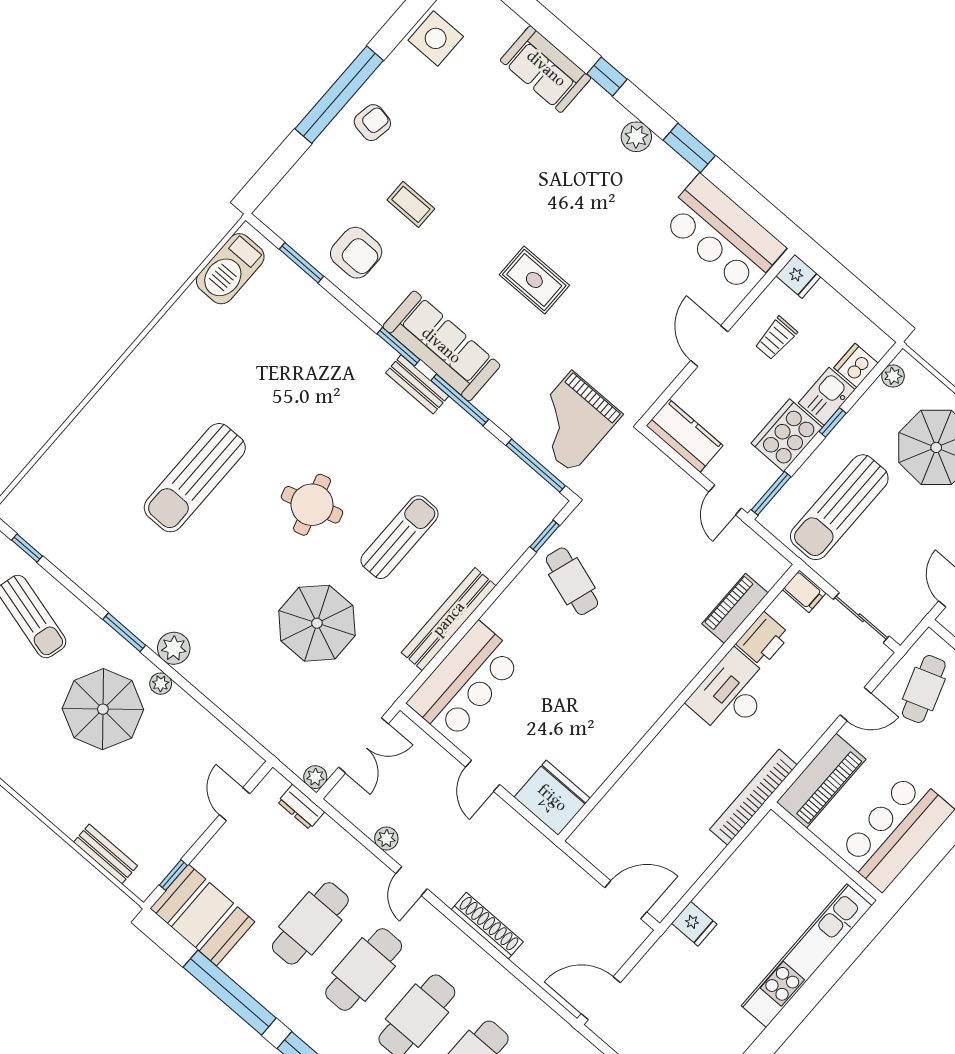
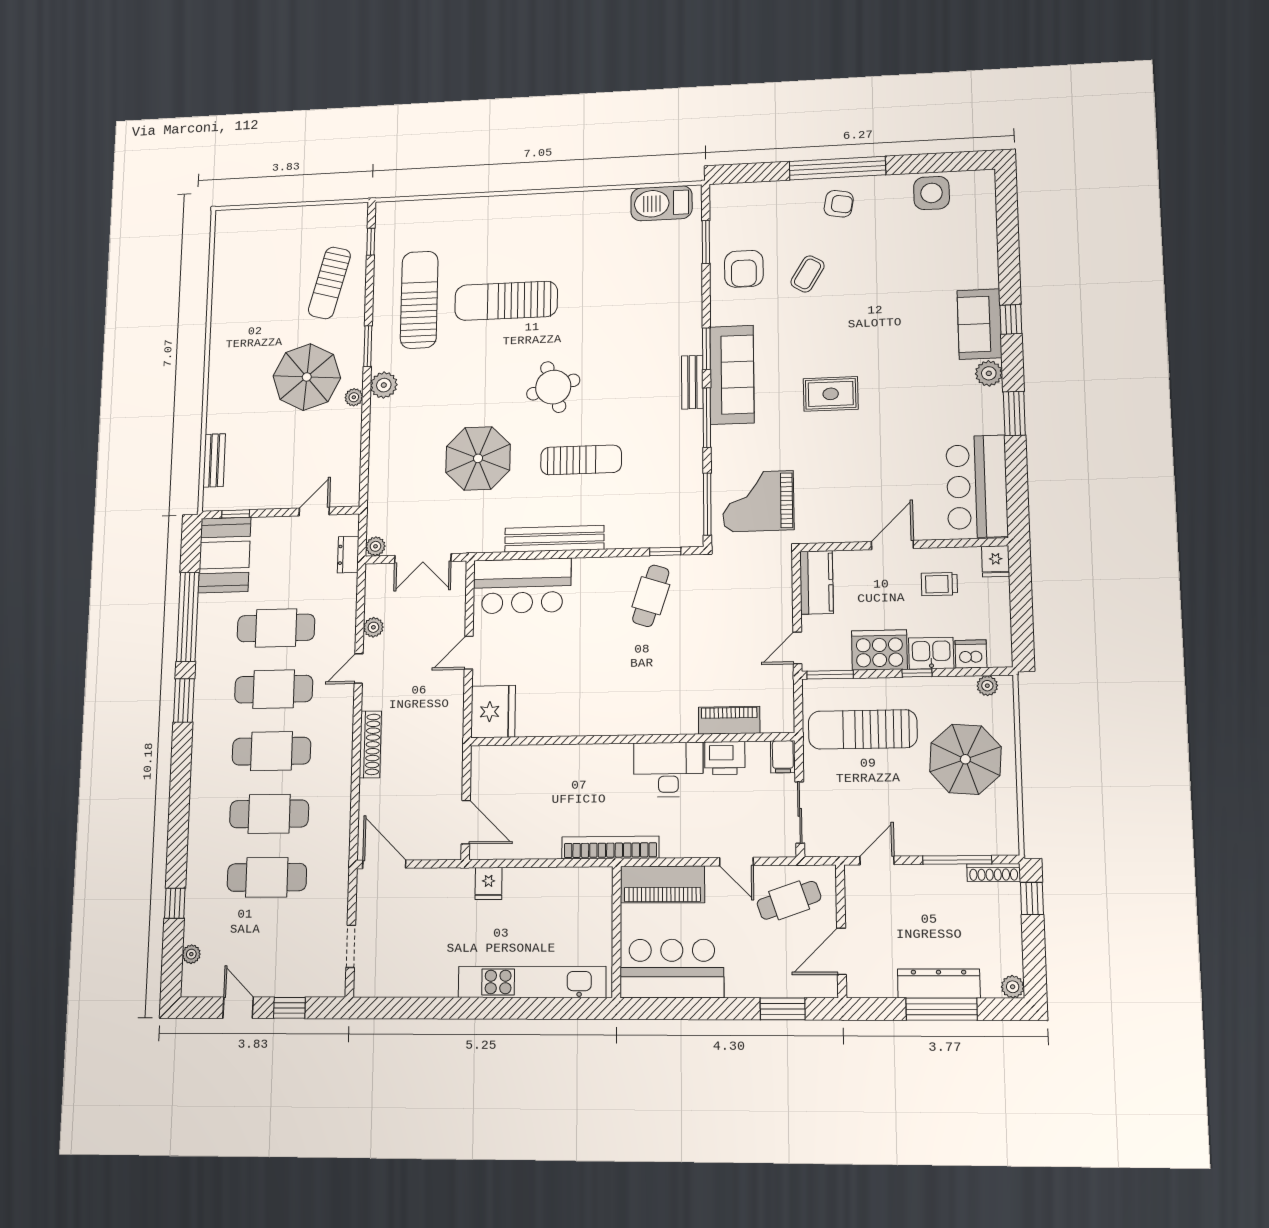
sofa: (546, 69) -> (979, 324), moved
coffee table: (411, 204) -> (808, 274), turned 31
rug: (534, 280) -> (831, 394), turned 90
sun lounger: (123, 552) -> (419, 300), added

